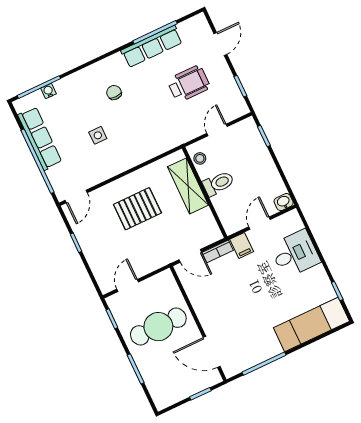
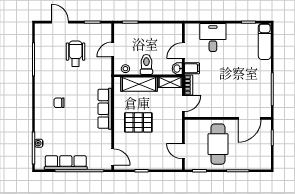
row of seats: (152, 46) -> (105, 109), moved, turned 180
door: (217, 130) -> (113, 50), hinge flipped
side table: (98, 135) -> (81, 125), removed
washbasin: (284, 202) -> (177, 69), moved
pallet: (137, 209) -> (138, 122), turned 90
door: (260, 223) -> (183, 51), hinge flipped
shelving: (210, 226) -> (170, 82), added
exam couch: (311, 324) -> (265, 41), width x0.73, depth x0.69

